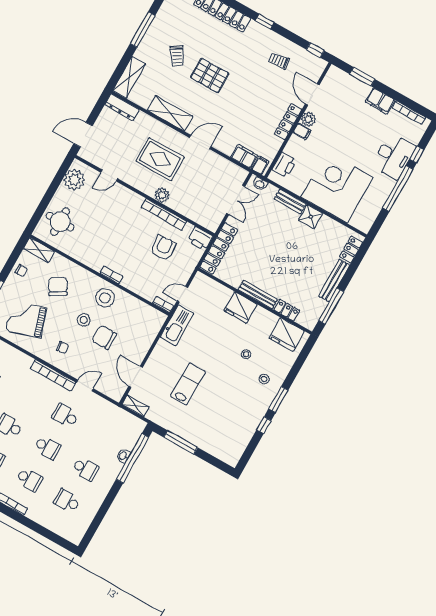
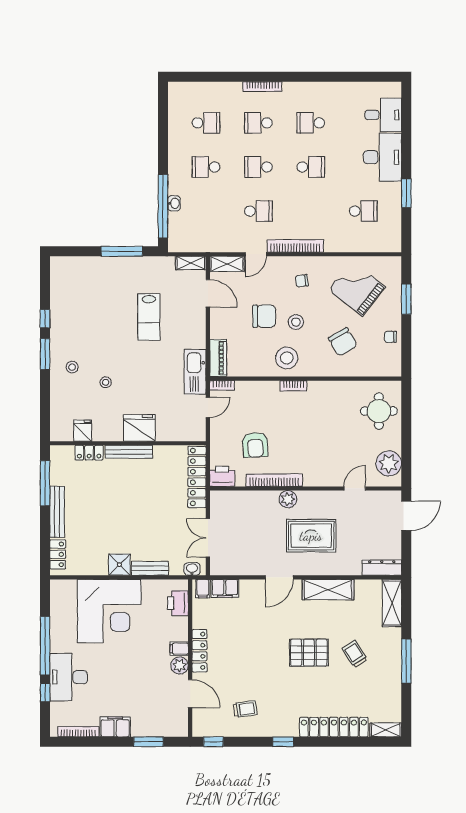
shelving: (39, 250) -> (227, 264), moved
grand piano: (26, 319) -> (357, 288), turned -124
piano: (155, 326) -> (218, 358), added
fridge: (287, 335) -> (83, 431), width x0.53, depth x0.75

